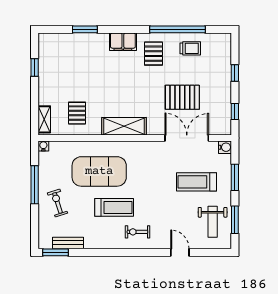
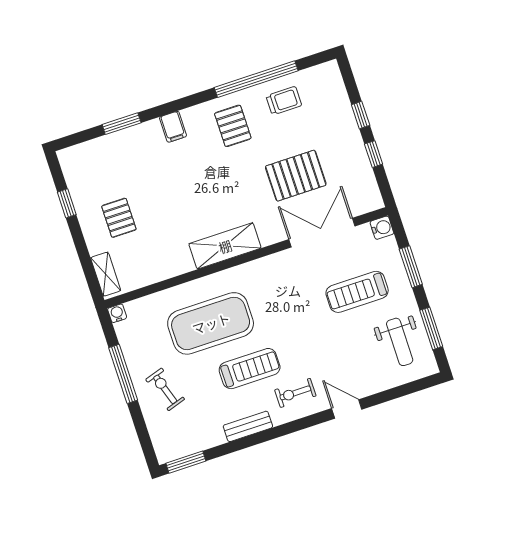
filing cabinet: (123, 42) -> (173, 127), width x0.50
window: (235, 112) -> (374, 154), moved
pallet: (77, 113) -> (119, 218), moved
bench: (68, 243) -> (248, 426), moved
door: (180, 252) -> (347, 409), moved

